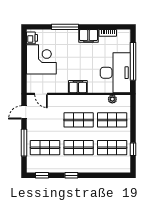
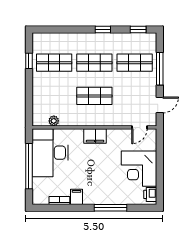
filing cabinet: (89, 36) -> (77, 197), width x0.50
door: (41, 94) -> (139, 127), swing flipped
shop shelf: (112, 120) -> (54, 96), removed

